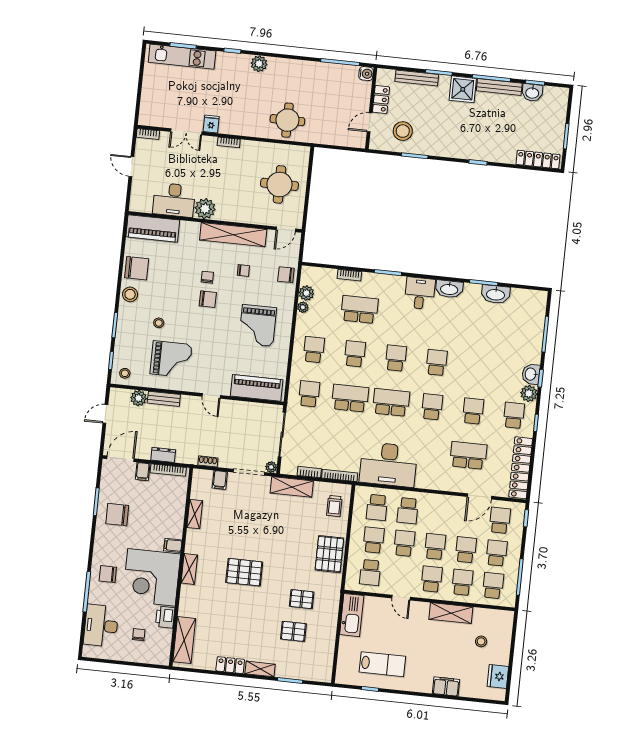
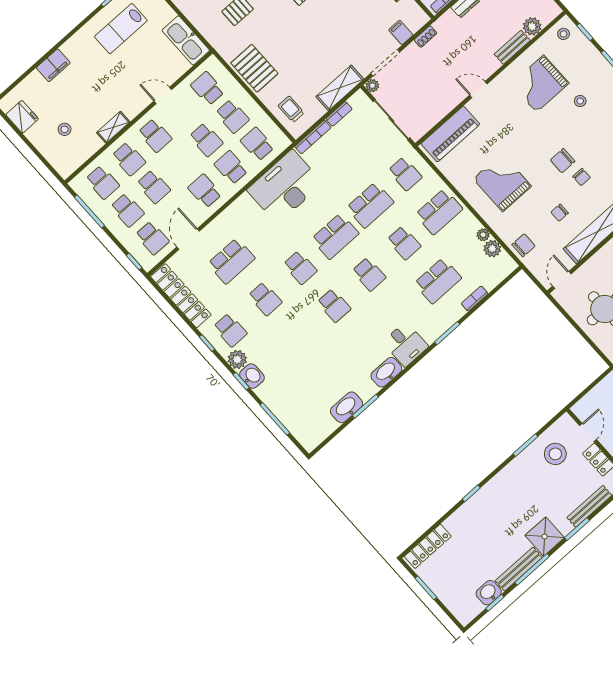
school desk: (314, 350) -> (439, 212), width x1.85
school desk: (435, 546) -> (205, 191), moved, turned 180
shelving: (451, 613) -> (113, 127), width x0.67, depth x0.75

